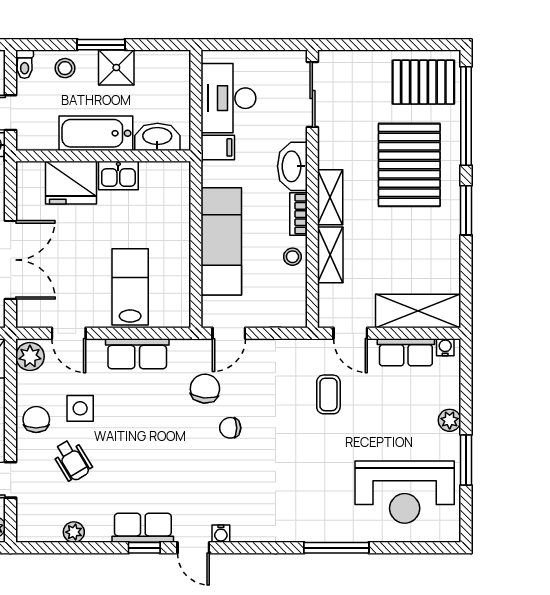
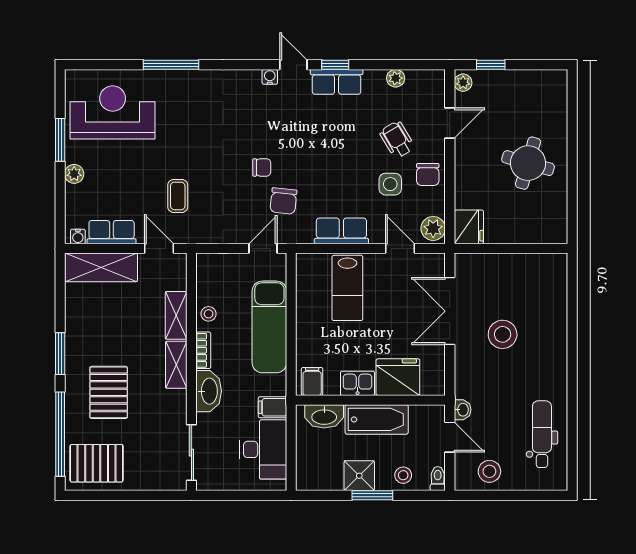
pallet: (409, 165) -> (109, 392), width x0.73, depth x0.71
filing cabinet: (171, 178) -> (312, 381), added

